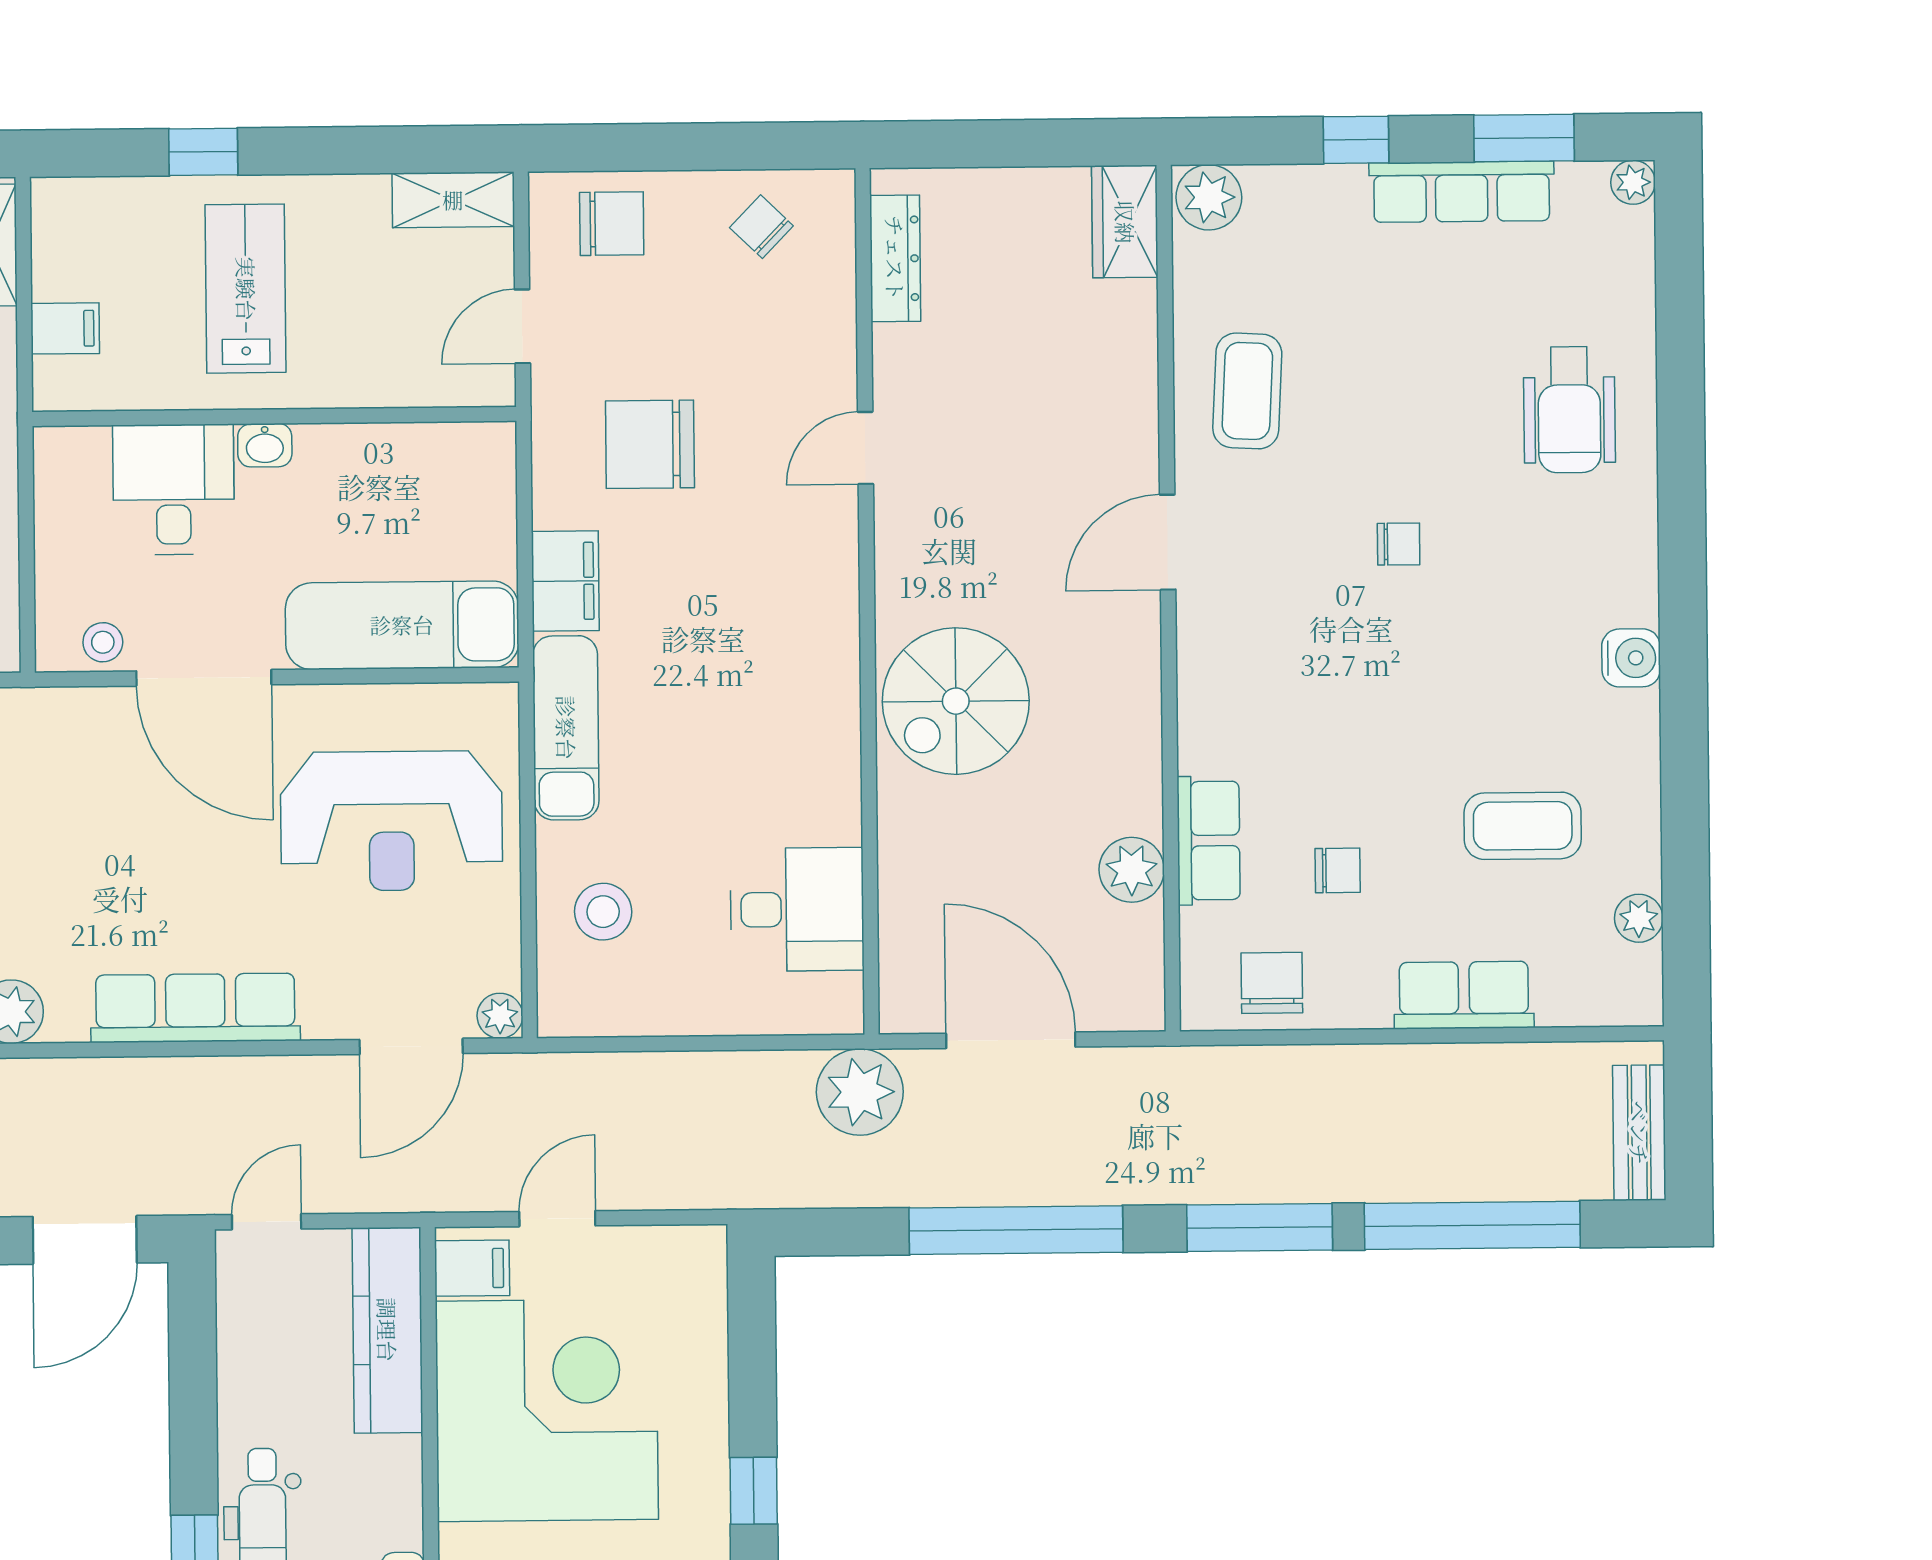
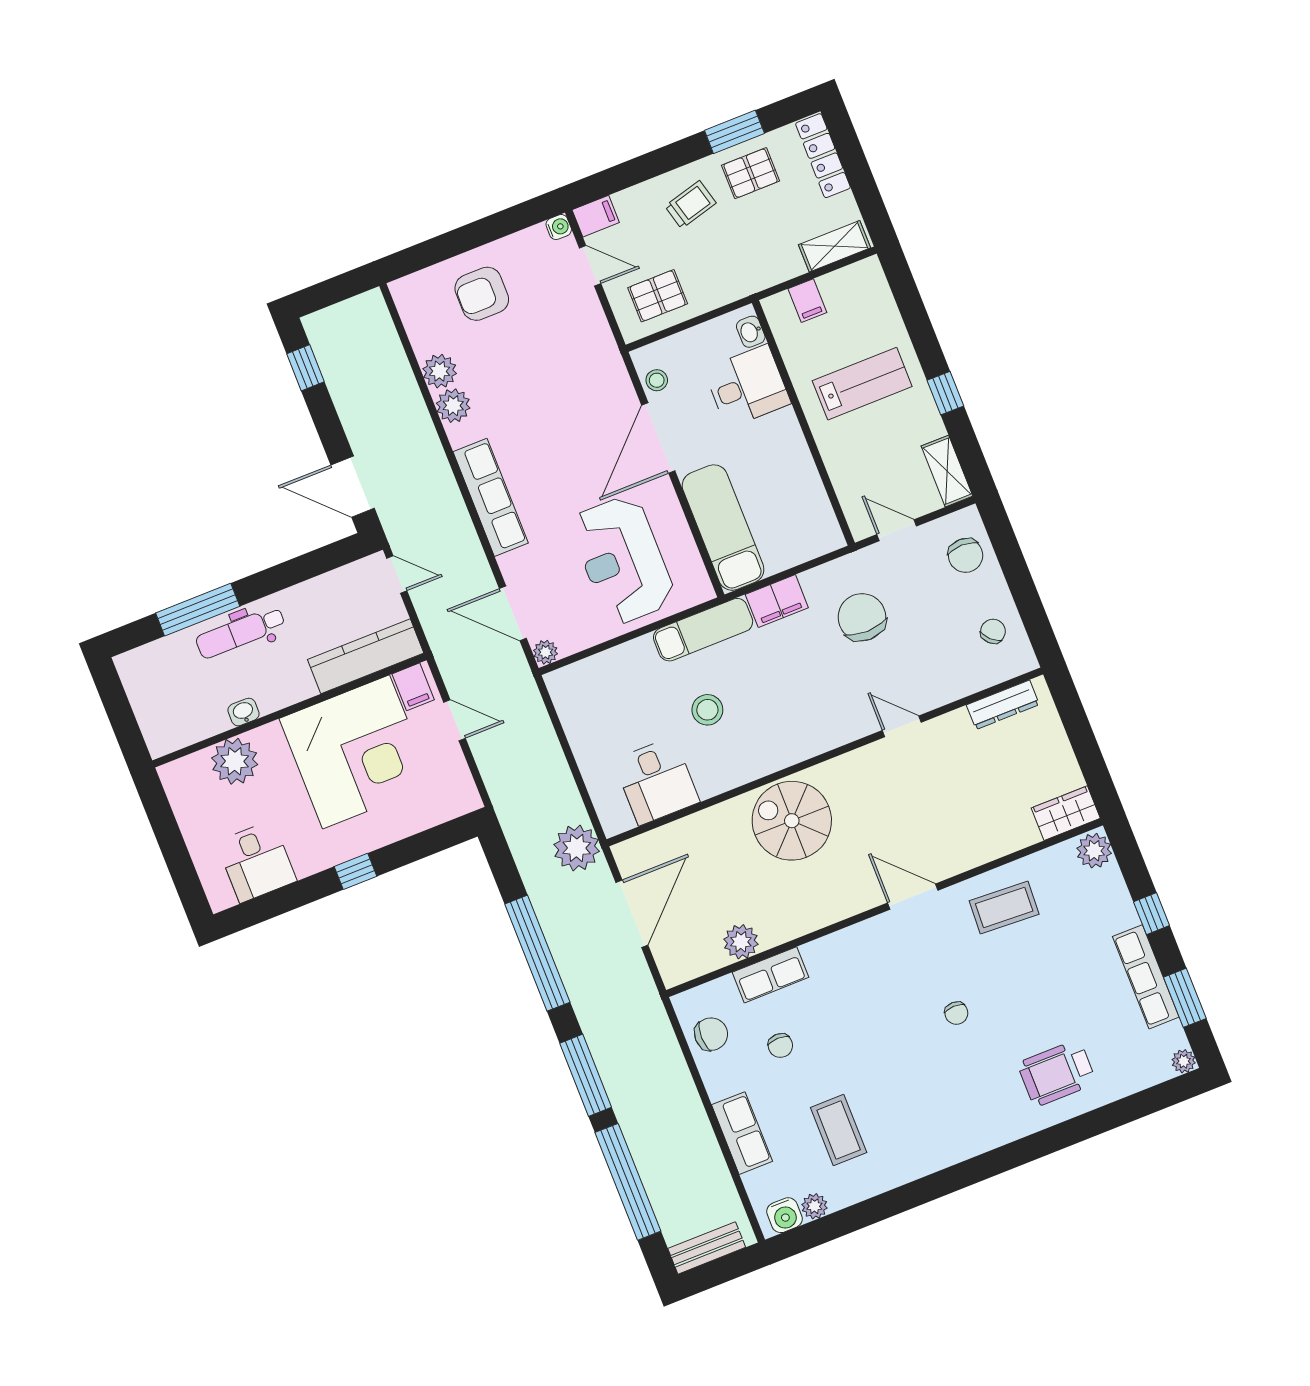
window: (203, 152) -> (945, 393), moved
washbasin: (265, 445) -> (751, 332), moved
water cooler: (1631, 658) -> (784, 1215), moved
stool: (603, 912) -> (707, 710), moved

